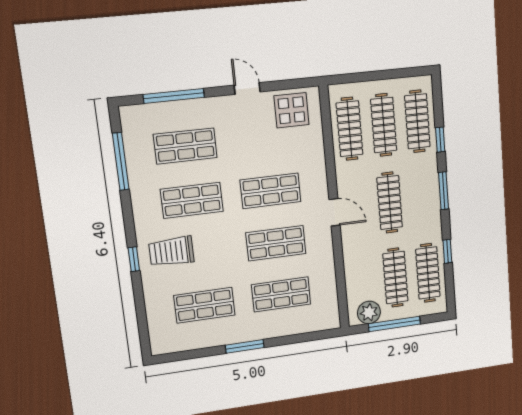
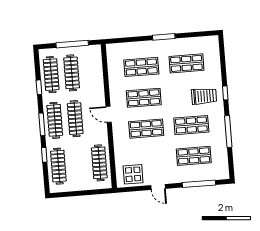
clothes rail: (384, 125) -> (55, 120), moved
window: (121, 161) -> (228, 131), moved
plant: (369, 312) -> (88, 52), removed

